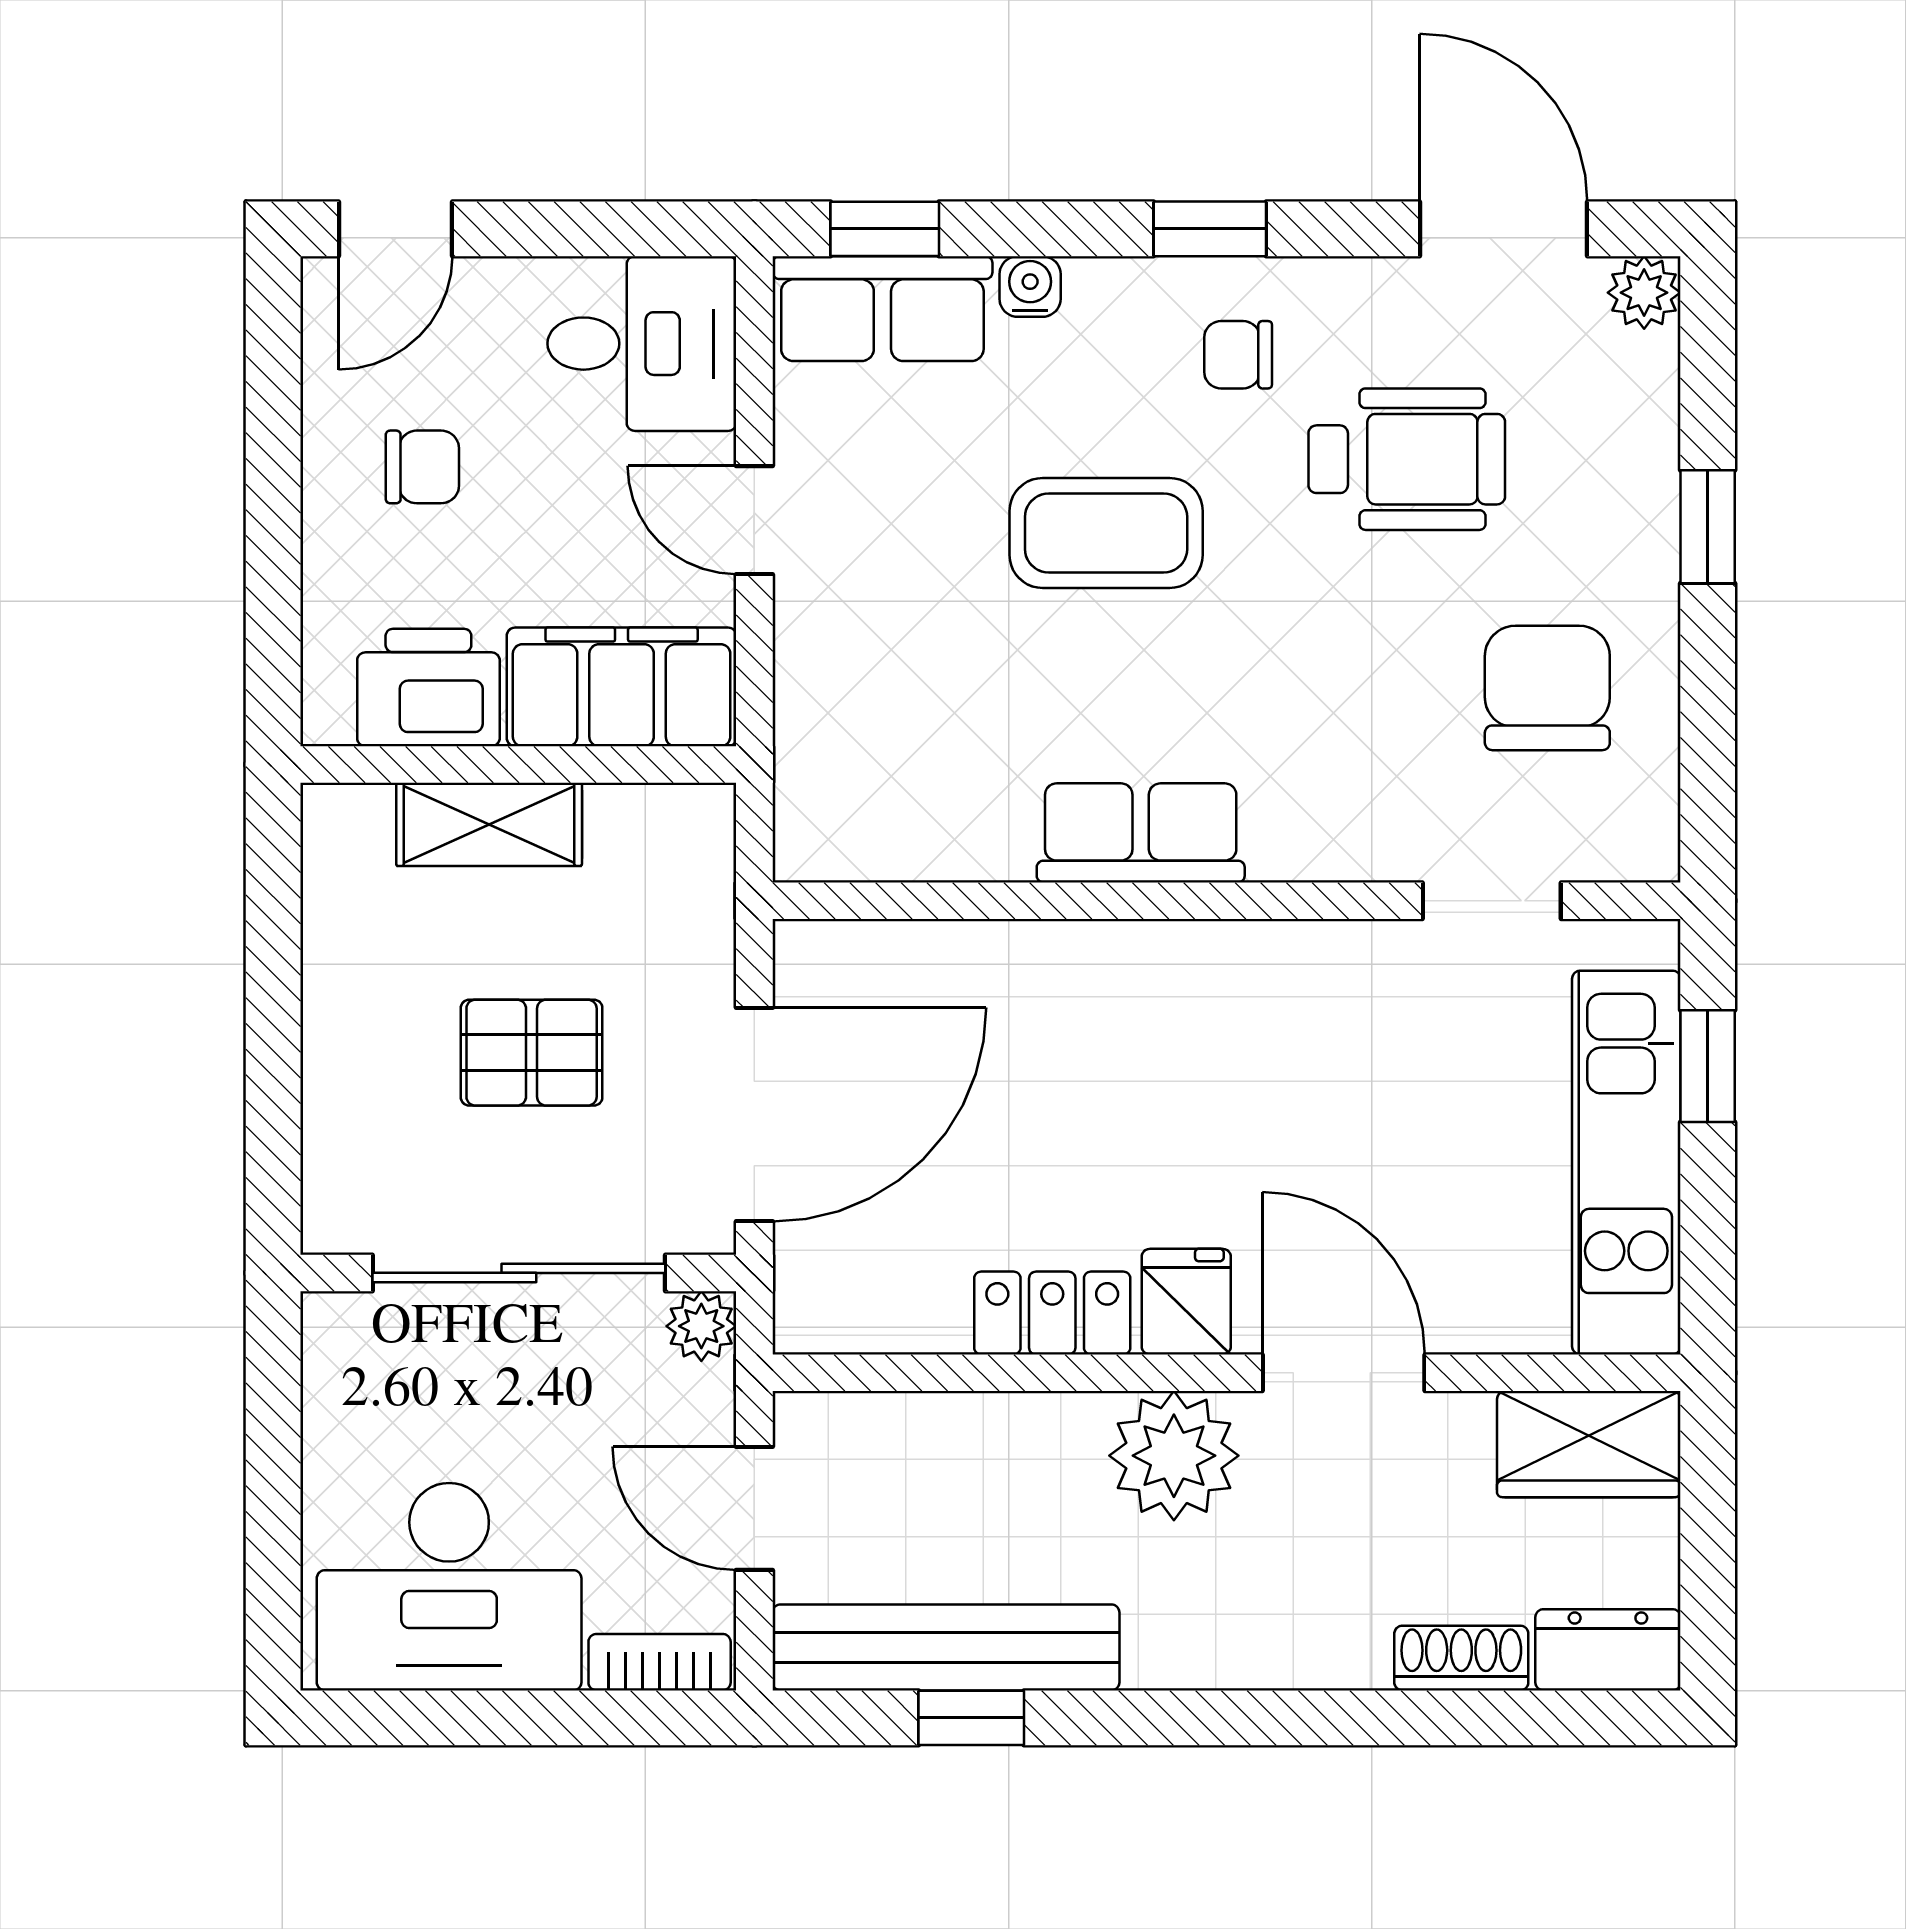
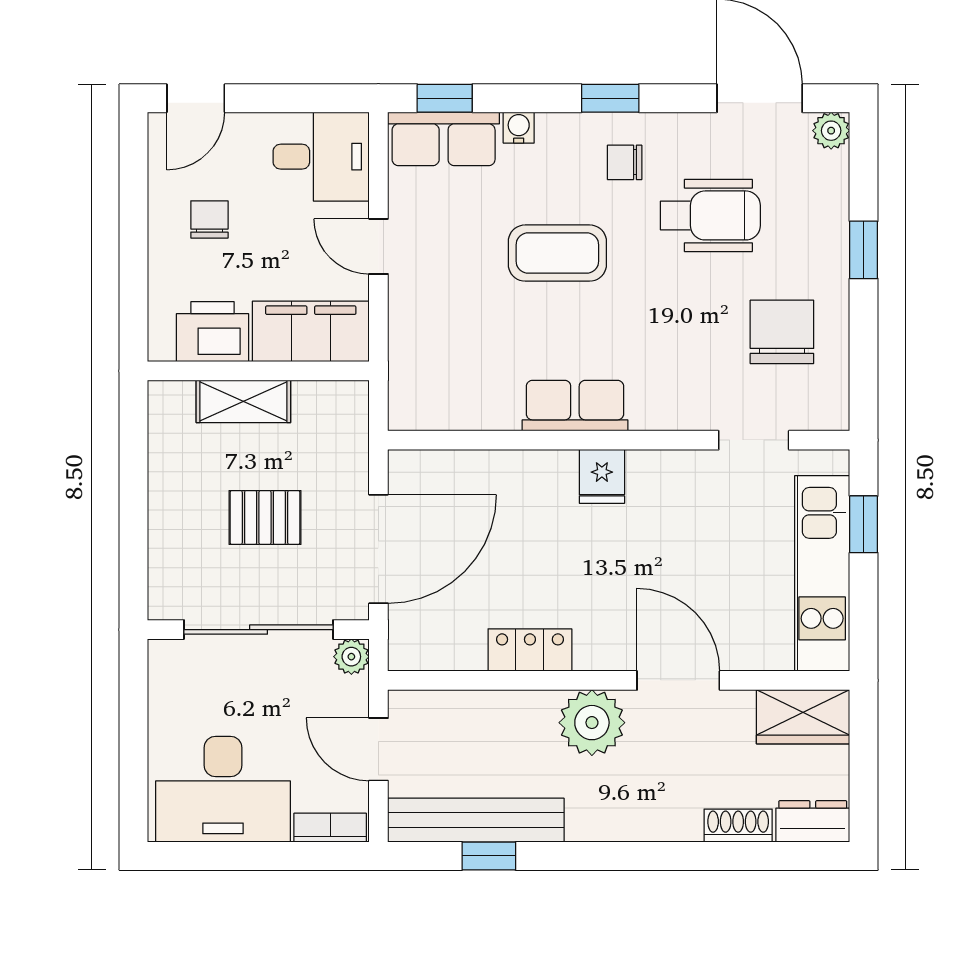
chair: (422, 467) -> (209, 219), turned -90
fridge: (1186, 1302) -> (602, 476), moved, turned 180

